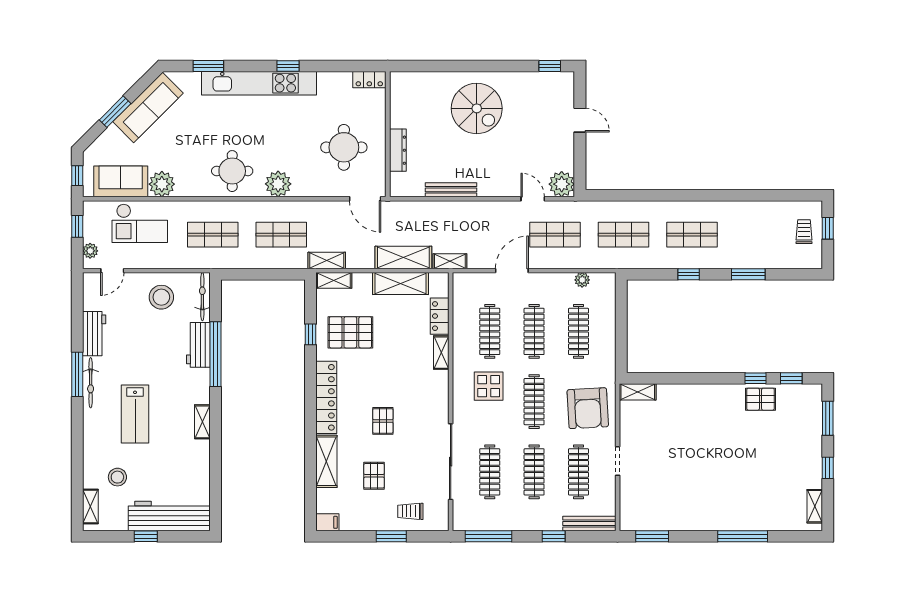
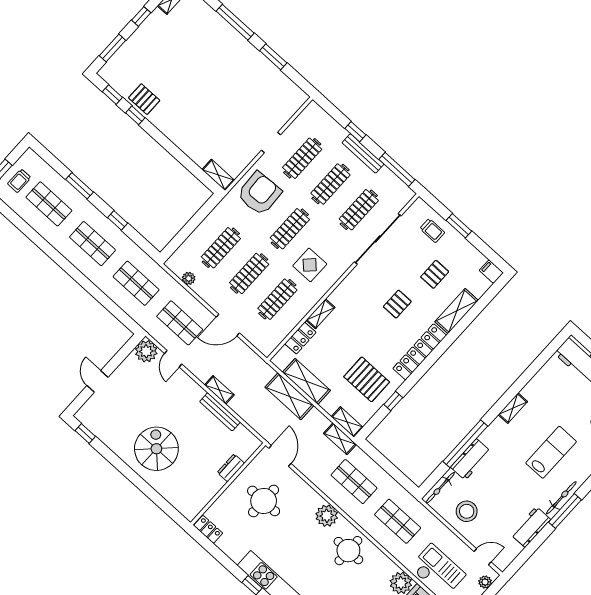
dresser: (398, 150) -> (231, 468), width x0.70
shop shelf: (760, 235) -> (49, 204), added
shelving: (450, 261) -> (219, 390), moved
bench: (589, 523) -> (363, 153), moved
window: (652, 536) -> (273, 57), moved

